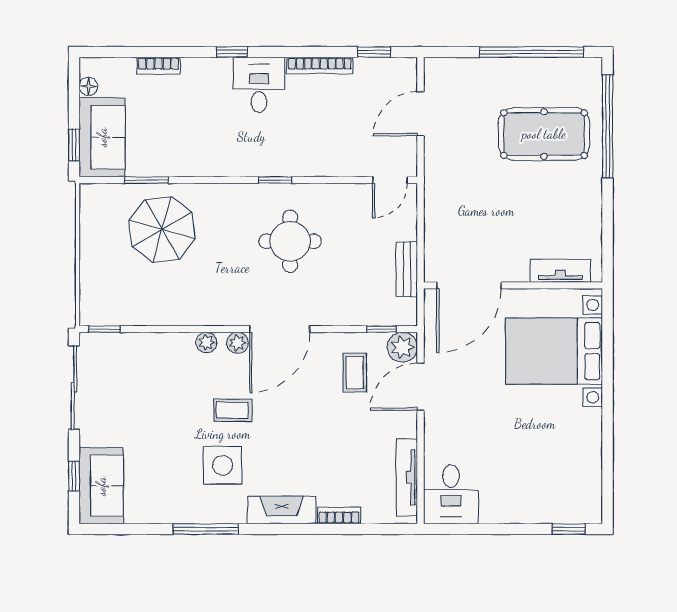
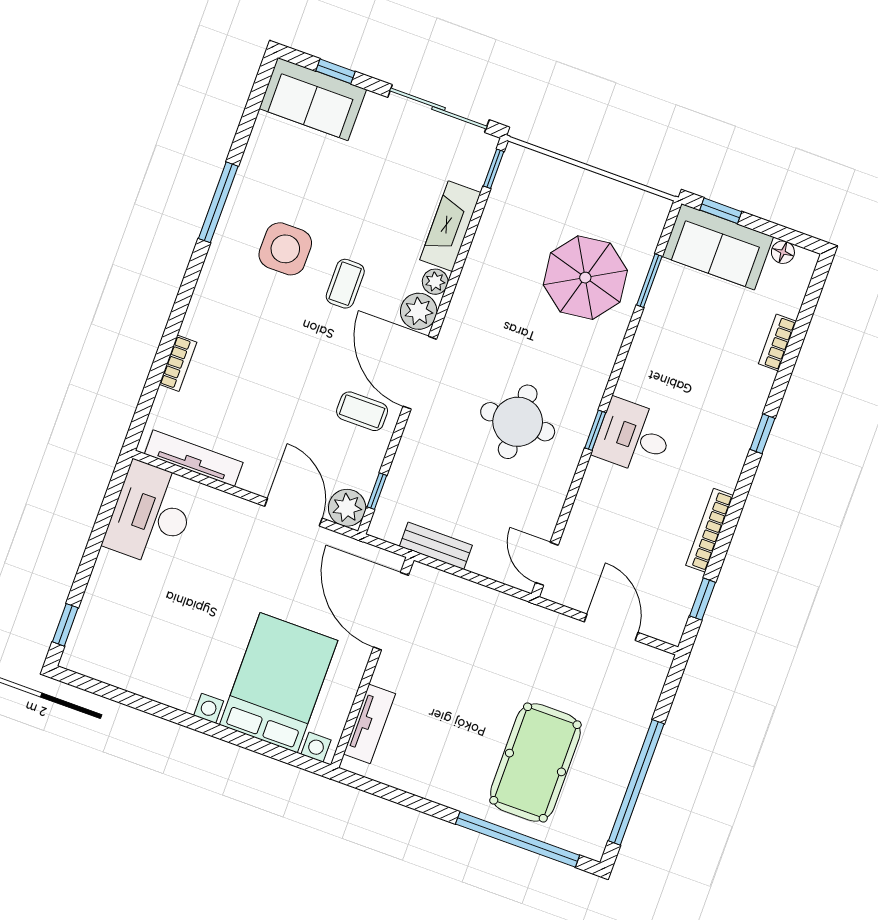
desk: (259, 85) -> (633, 437), moved, turned 180
plant: (237, 343) -> (419, 311), width x1.38, depth x1.38
coffee table: (355, 372) -> (362, 411), moved
desk: (451, 494) -> (151, 514), width x1.37
fireplace: (282, 510) -> (450, 226), moved, turned 180

